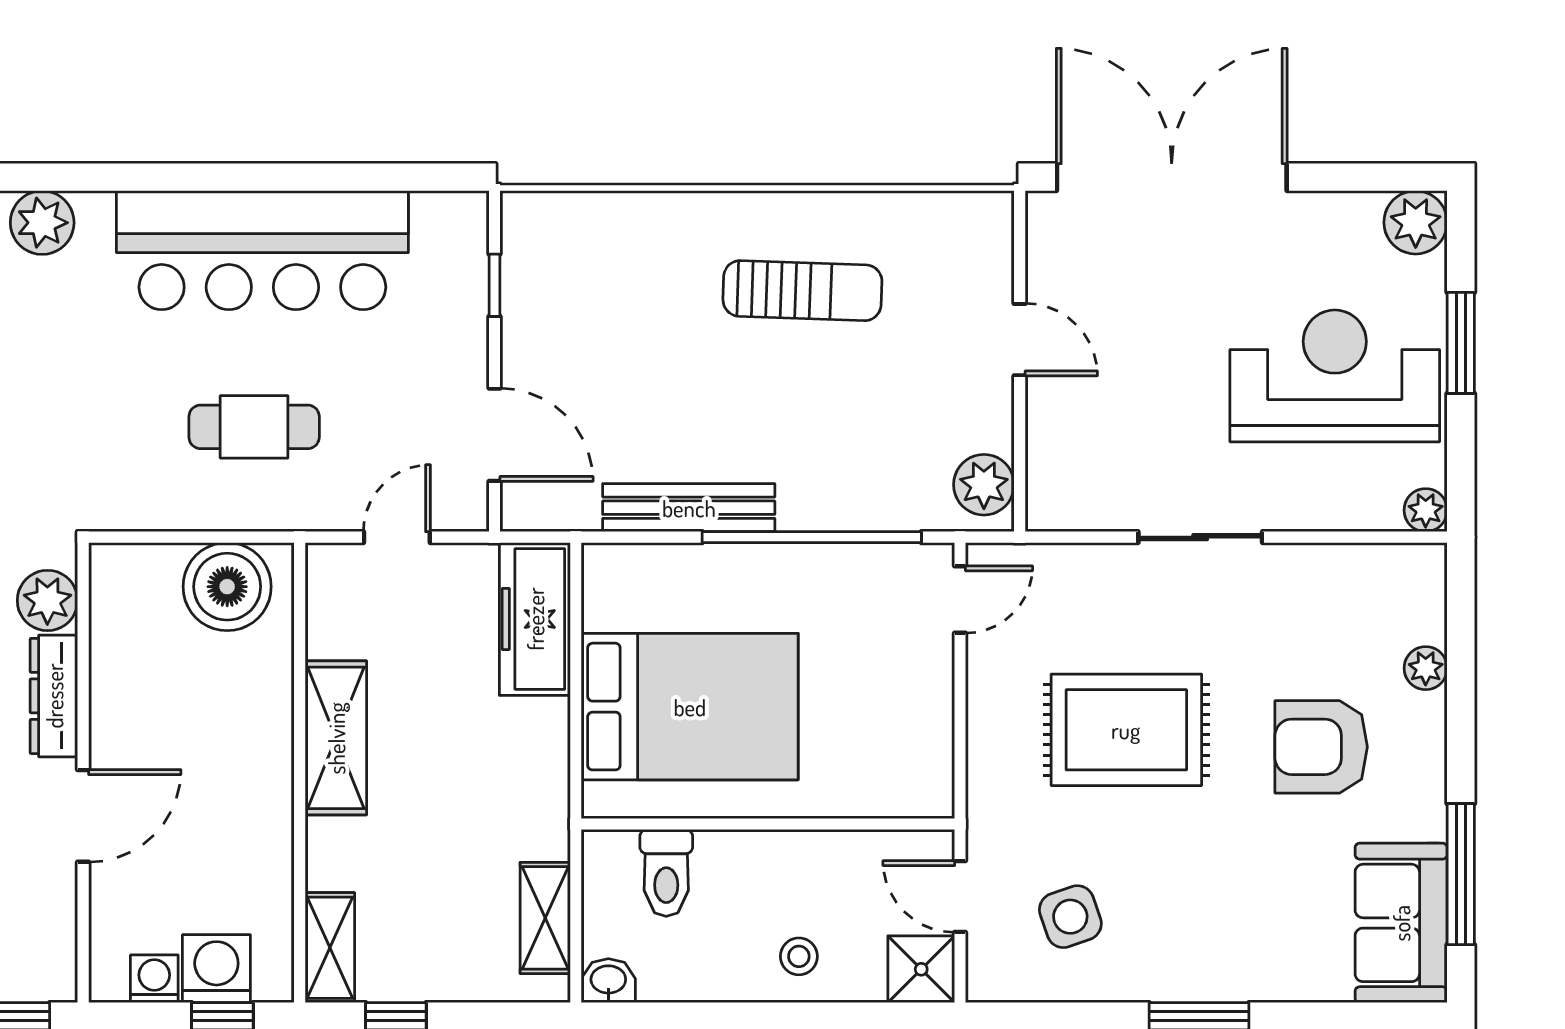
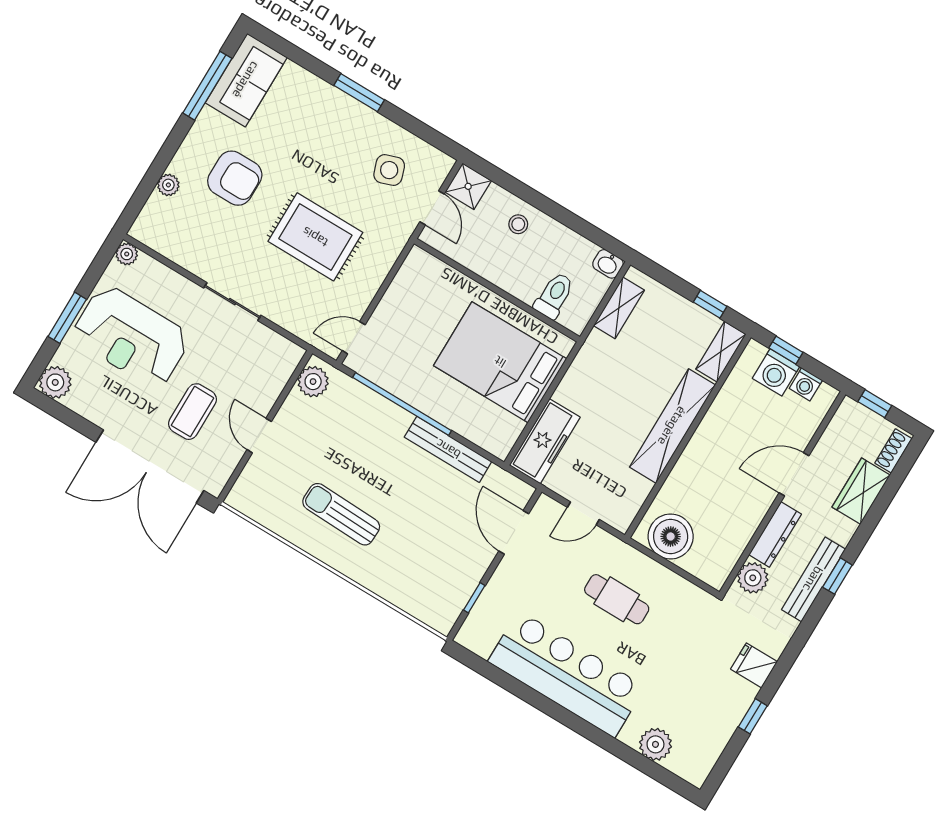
coffee table: (1156, 312) -> (192, 412), added
shelving: (336, 738) -> (672, 426), width x1.47

